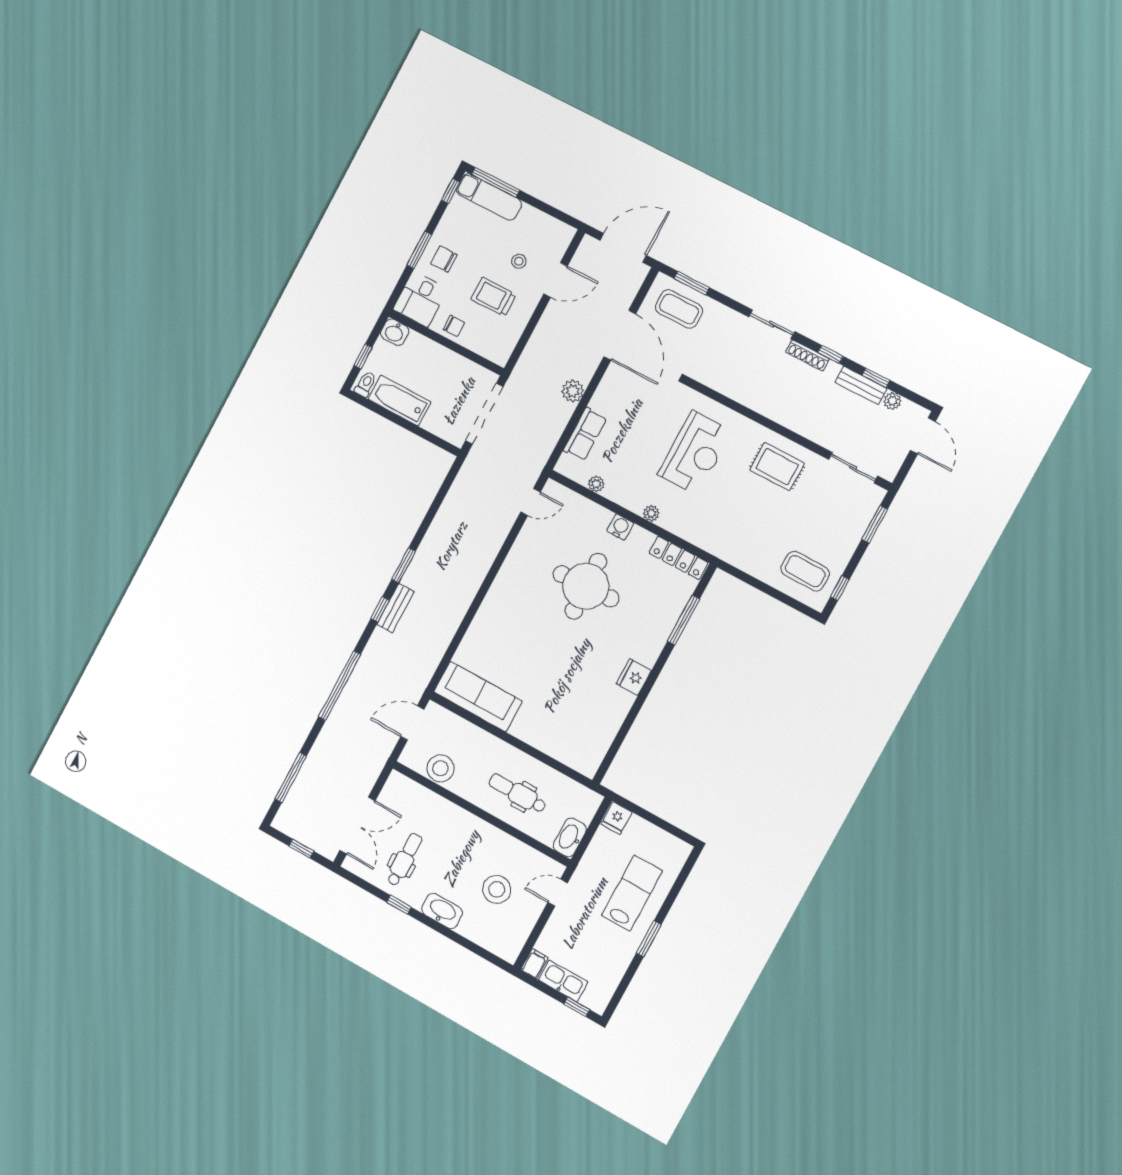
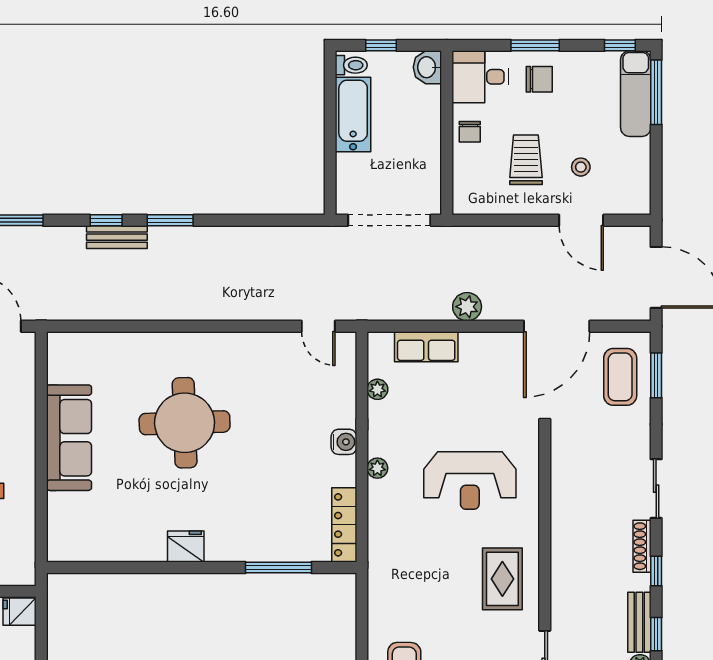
chair: (444, 259) -> (539, 79), turned 90
round table: (586, 586) -> (185, 423), moved
sofa: (478, 697) -> (69, 438), moved

